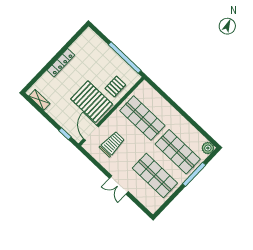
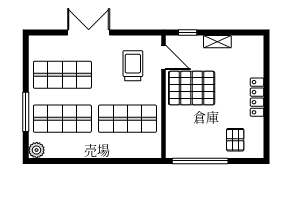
pallet: (115, 87) -> (235, 140), moved
shelving: (39, 100) -> (217, 42), moved
trolley: (112, 144) -> (133, 66), turned 180
double door: (119, 185) -> (89, 33), width x1.37

